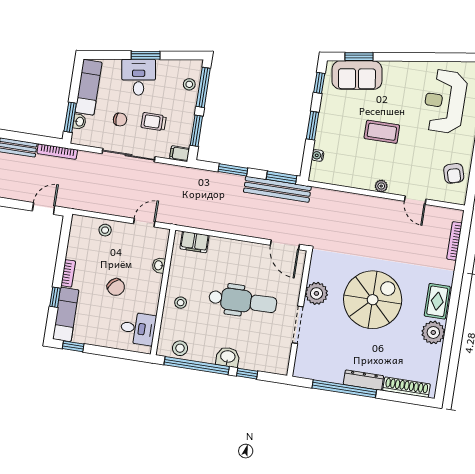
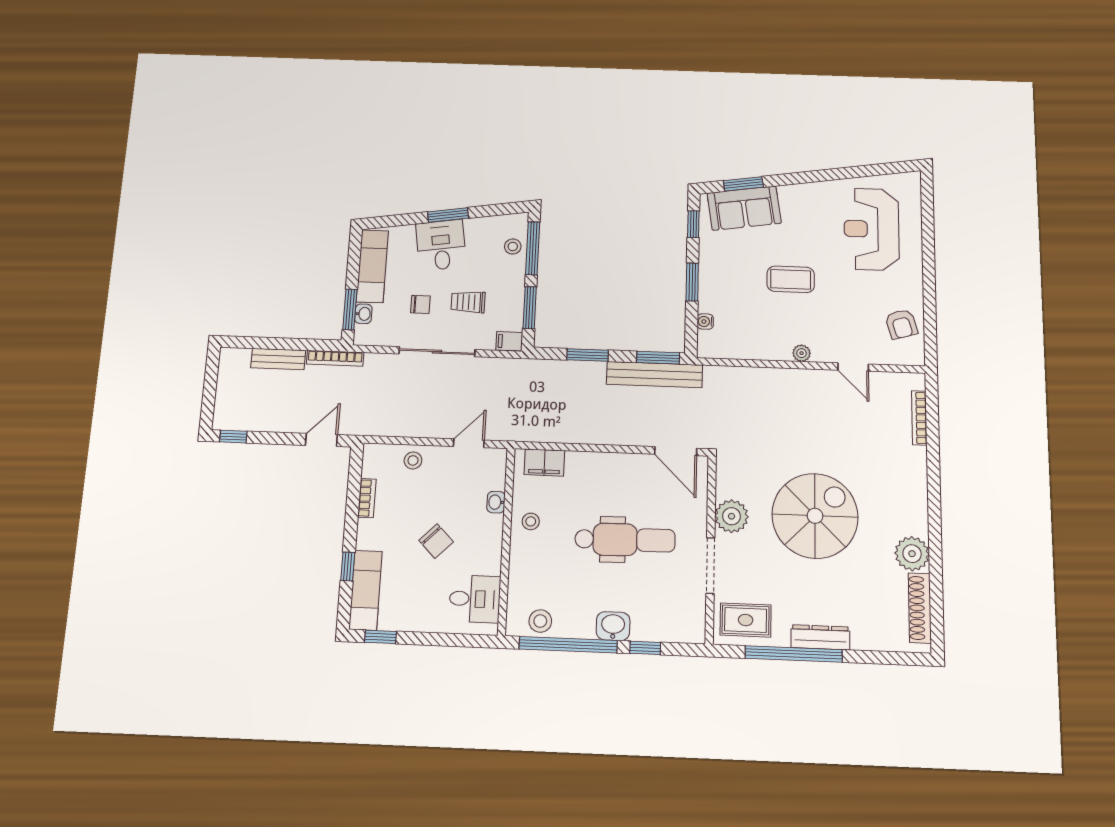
bookcase: (68, 273) -> (367, 498), moved
rug: (437, 301) -> (746, 620), moved, turned 90
stool: (181, 303) -> (531, 521), moved
shoe rack: (407, 387) -> (920, 608), moved, turned -90

